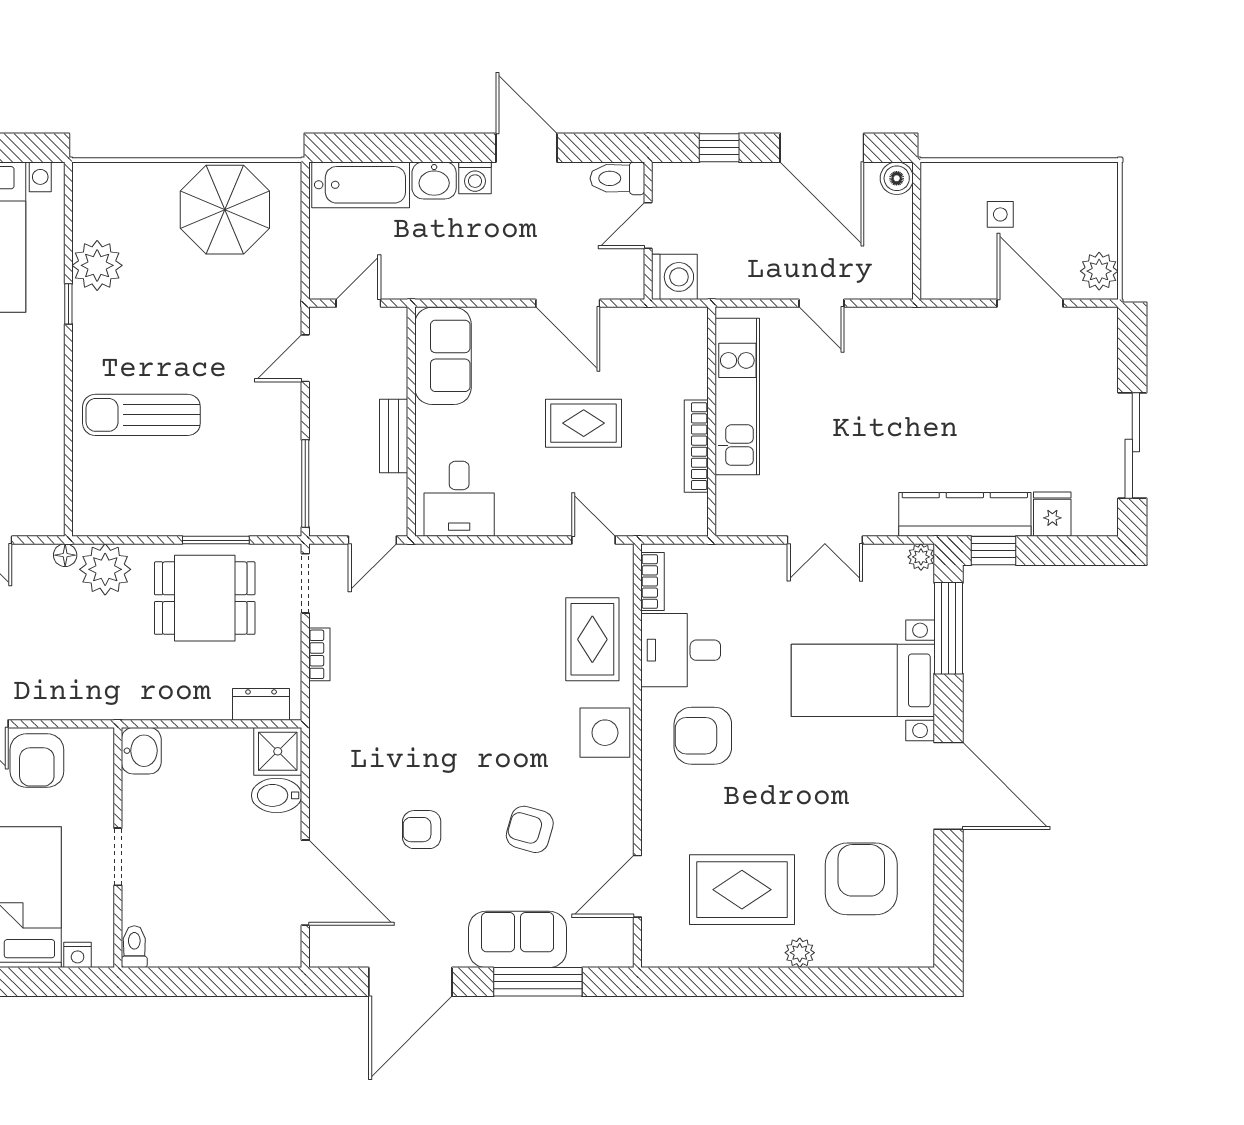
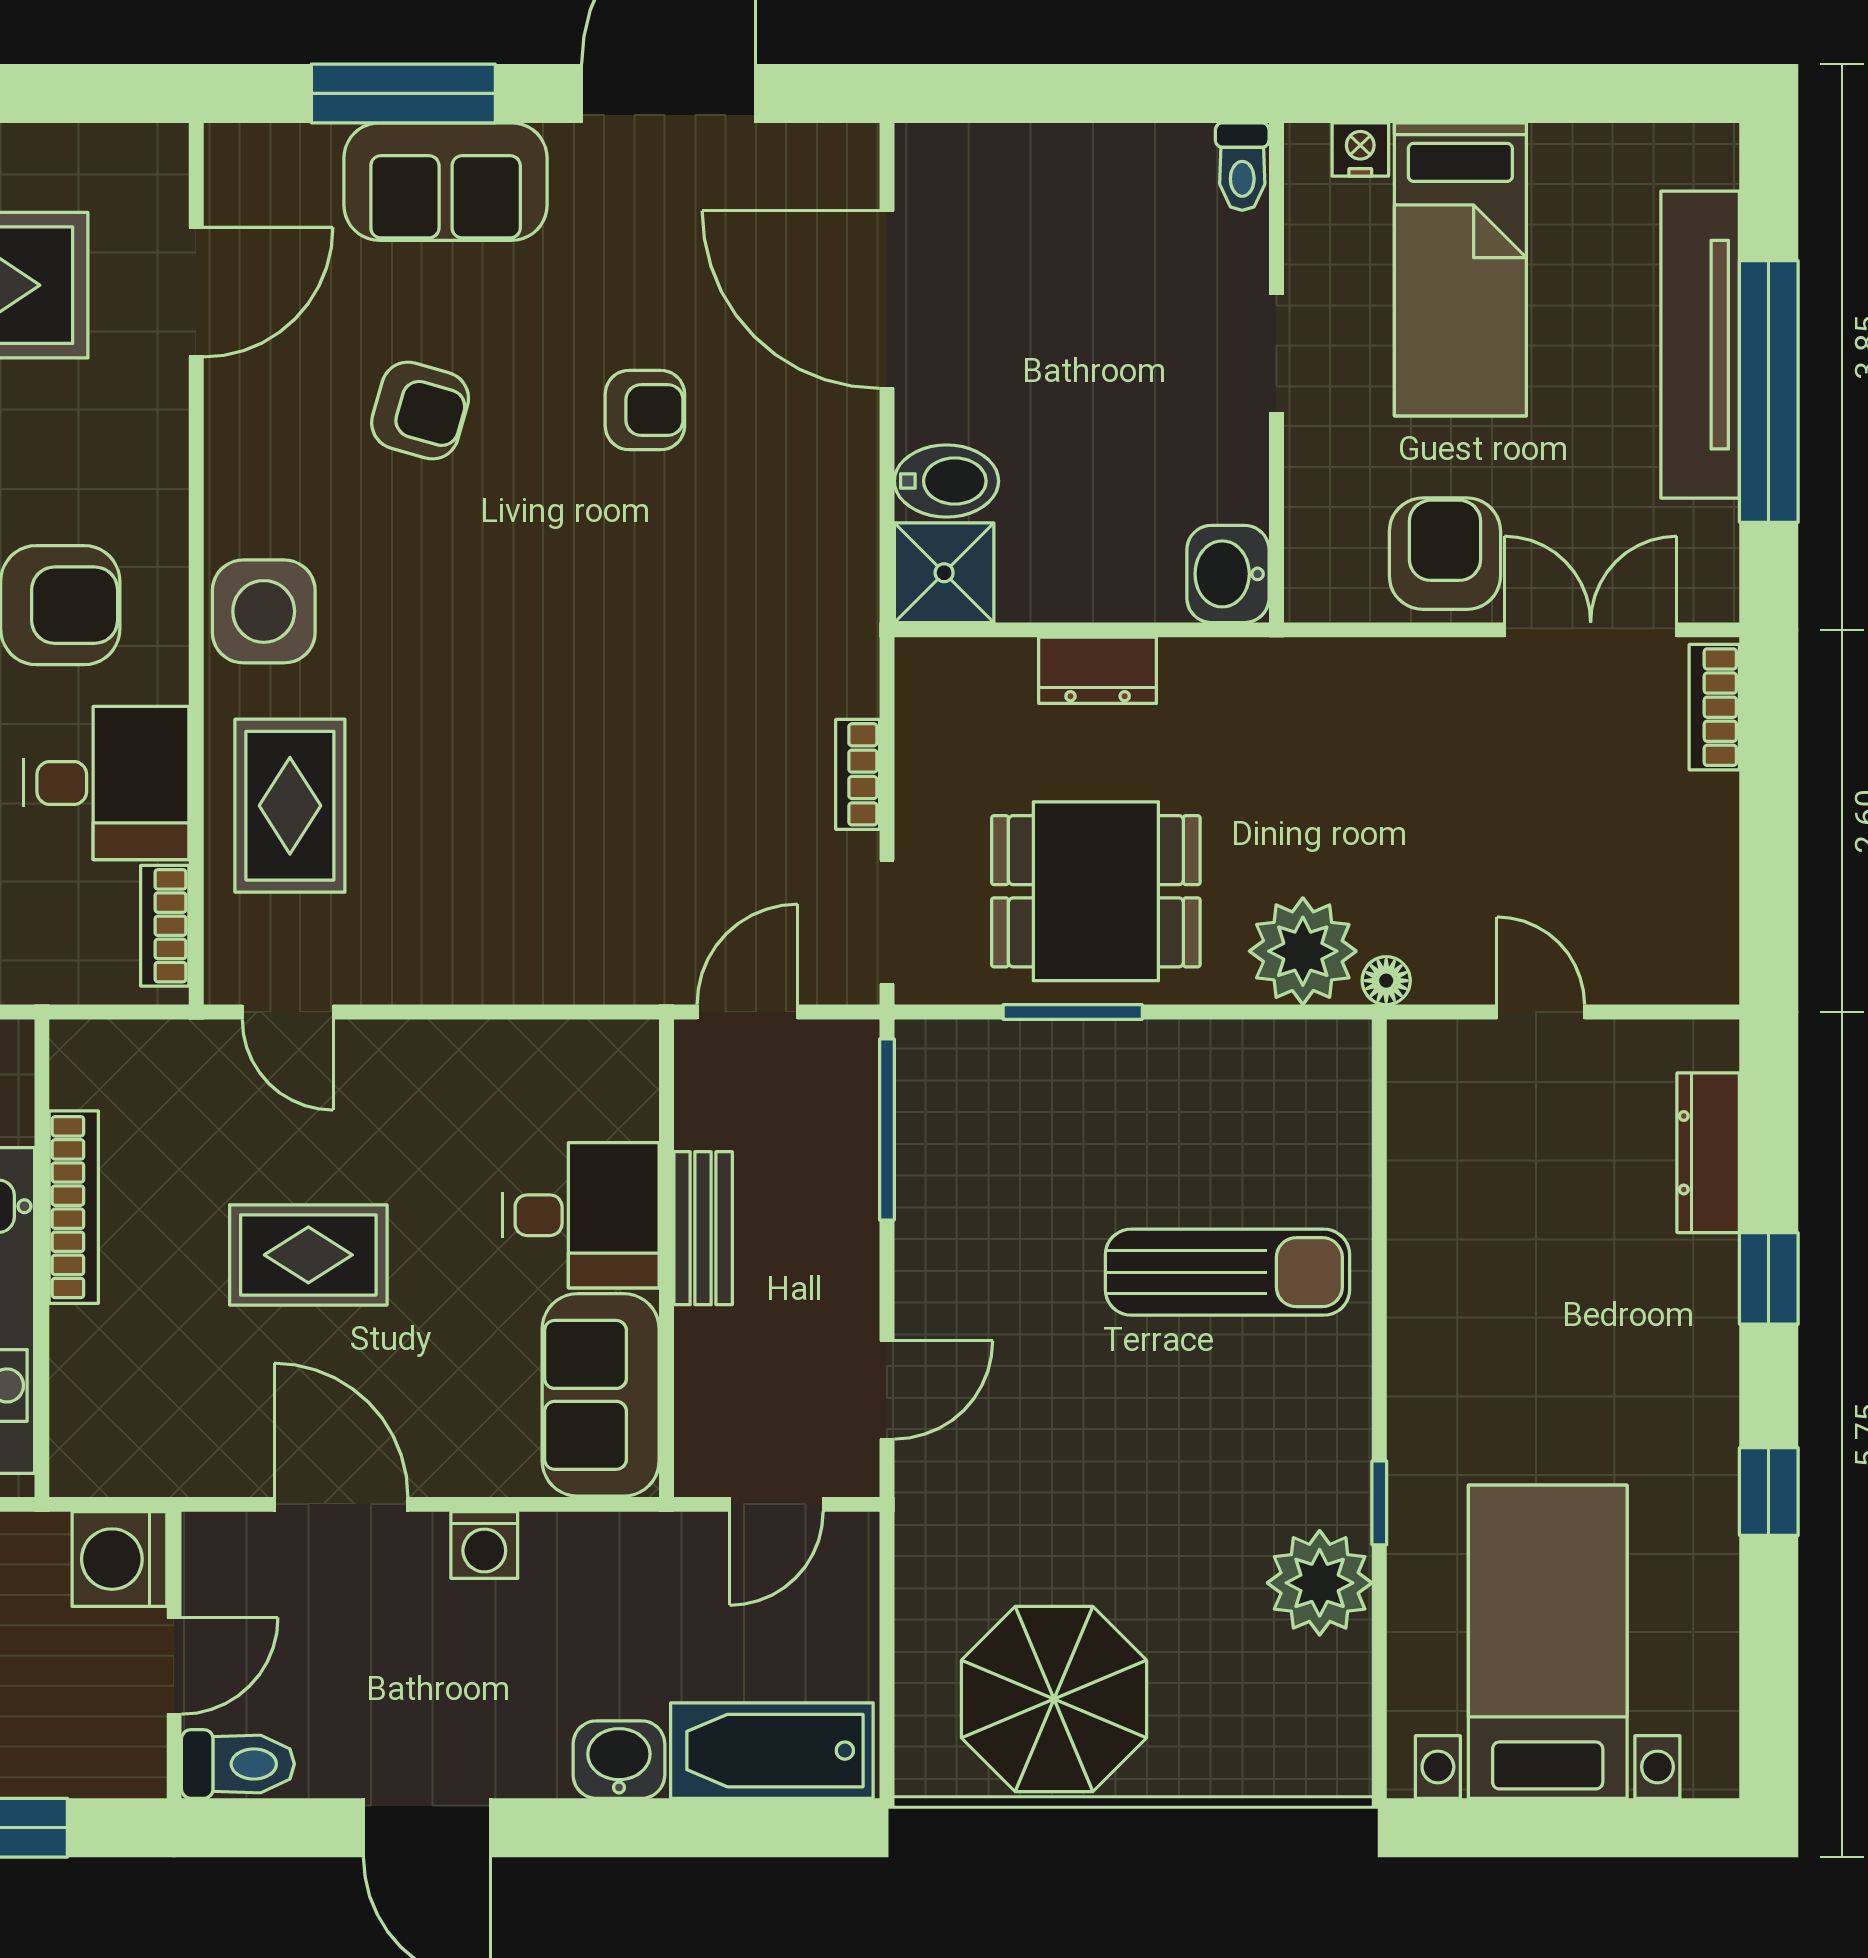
washing machine: (475, 178) -> (484, 1545), moved, turned 180
desk: (459, 499) -> (581, 1215), moved, turned 90
dresser: (261, 704) -> (1098, 670), moved

